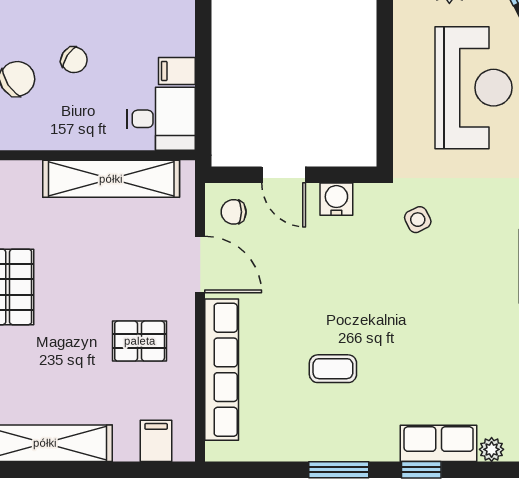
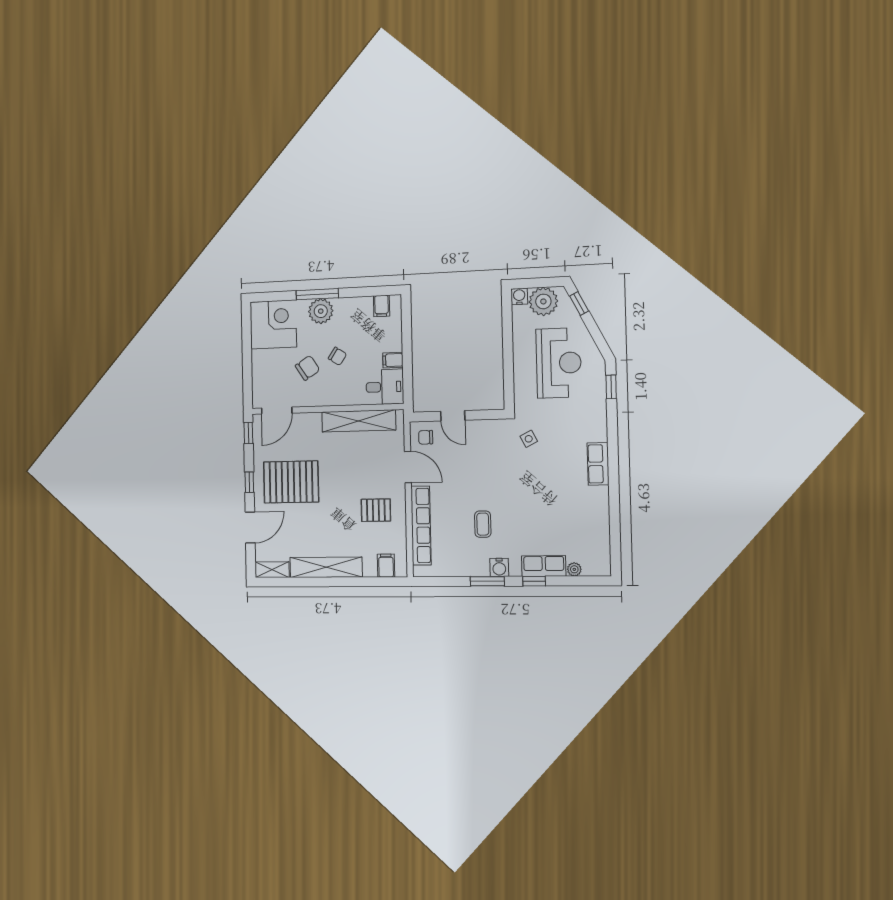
water cooler: (336, 199) -> (499, 567), moved, turned 180
coffee table: (333, 369) -> (483, 524), turned 90

